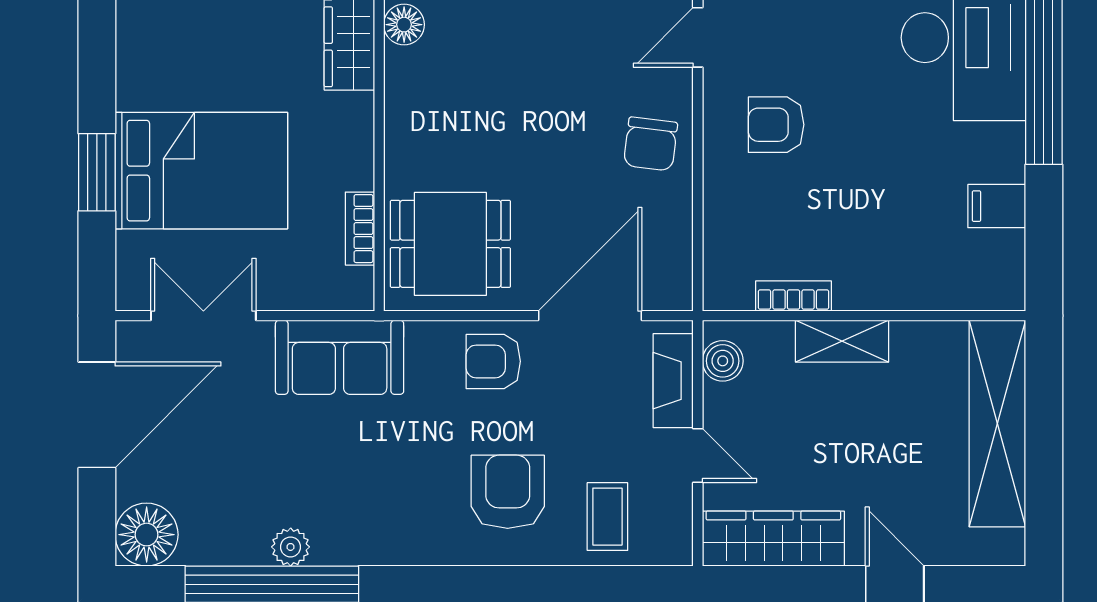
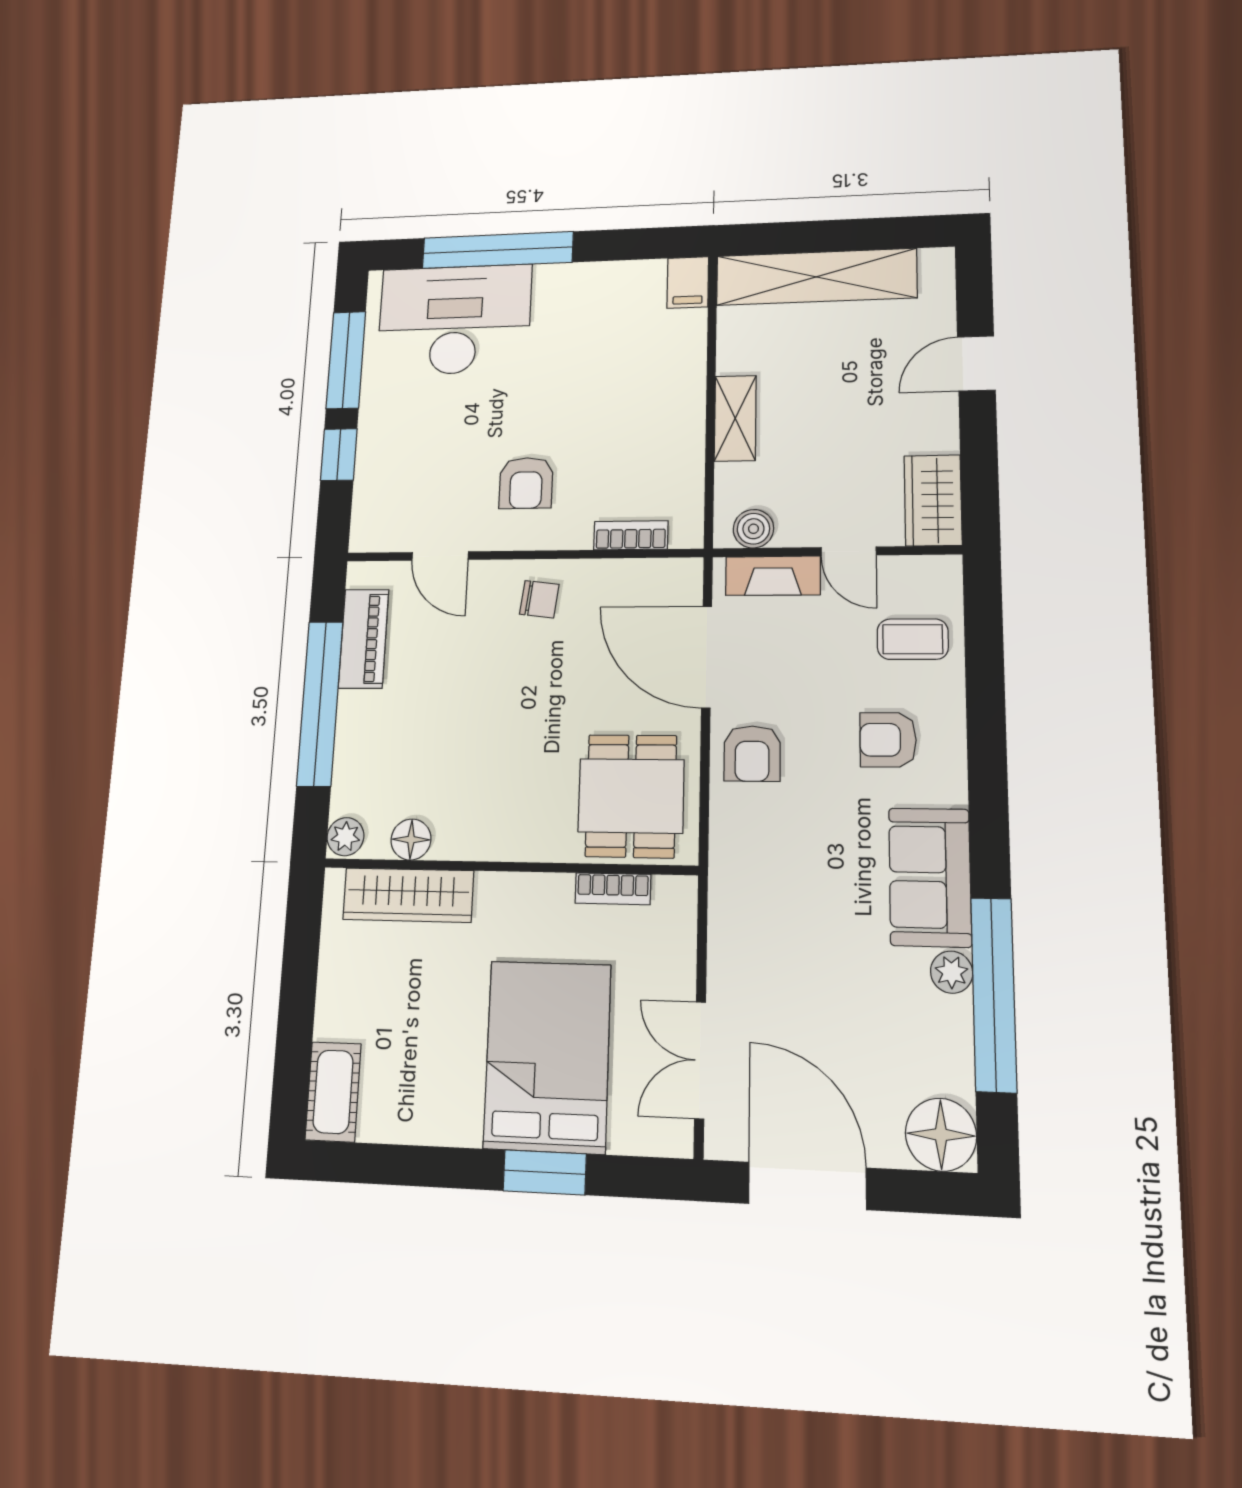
chair: (651, 144) -> (539, 599), width x0.73, depth x0.73
filing cabinet: (997, 206) -> (688, 282), moved
bookcase: (794, 296) -> (631, 535), moved, turned 90
sofa: (340, 357) -> (930, 877), moved, turned 180
door: (698, 455) -> (849, 551), swing flipped
armchair: (508, 492) -> (888, 740), width x0.72, depth x0.72
wardrobe: (773, 539) -> (933, 500), width x0.67

